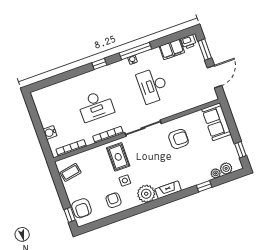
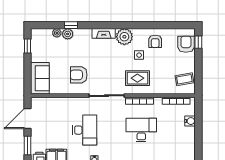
rug: (118, 157) -> (137, 78), turned 90
plant: (226, 168) -> (68, 34), moved

